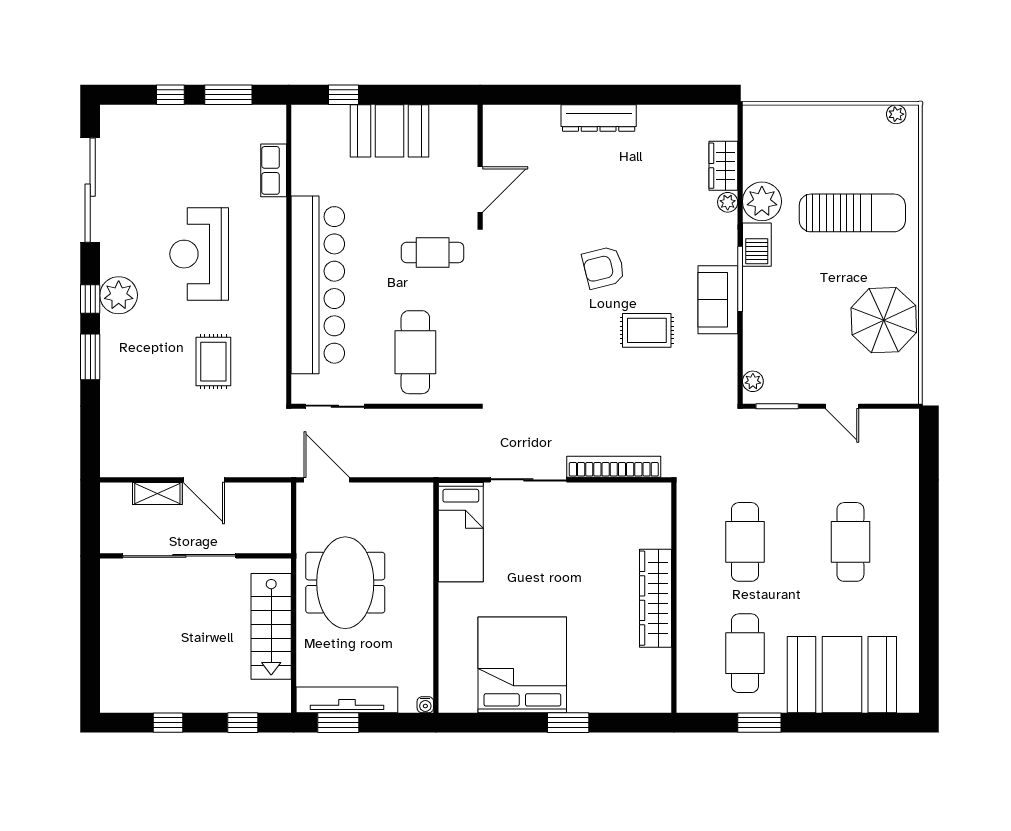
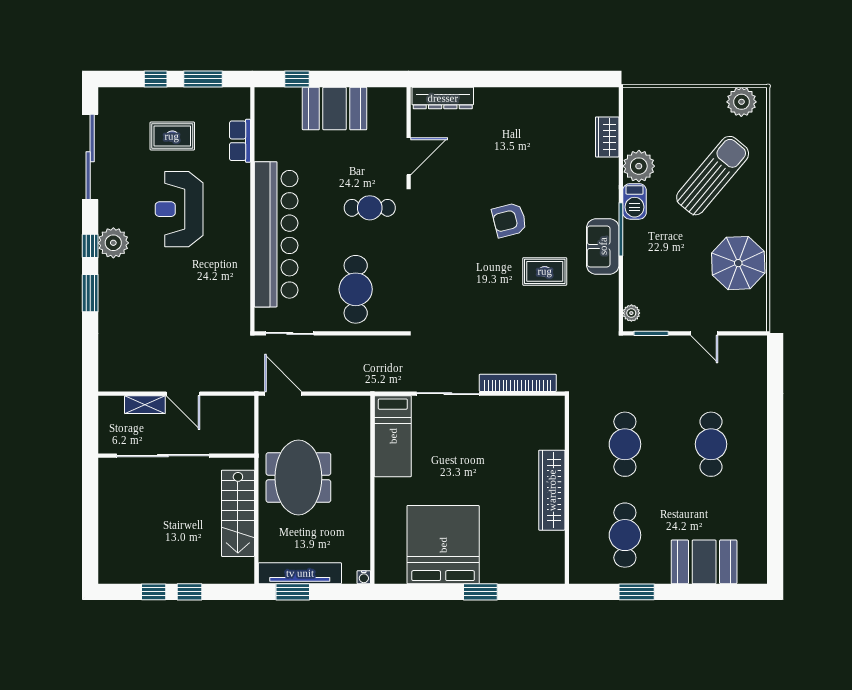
plant: (896, 114) -> (741, 102), width x1.87, depth x1.87
dresser: (599, 118) -> (443, 98), moved
plant: (728, 202) -> (611, 167), removed
sun lounger: (852, 213) -> (713, 176), turned -50
rug: (213, 362) -> (172, 136), moved, turned 90
booth: (842, 675) -> (704, 562), width x0.73, depth x0.70
window: (243, 723) -> (189, 592), moved

